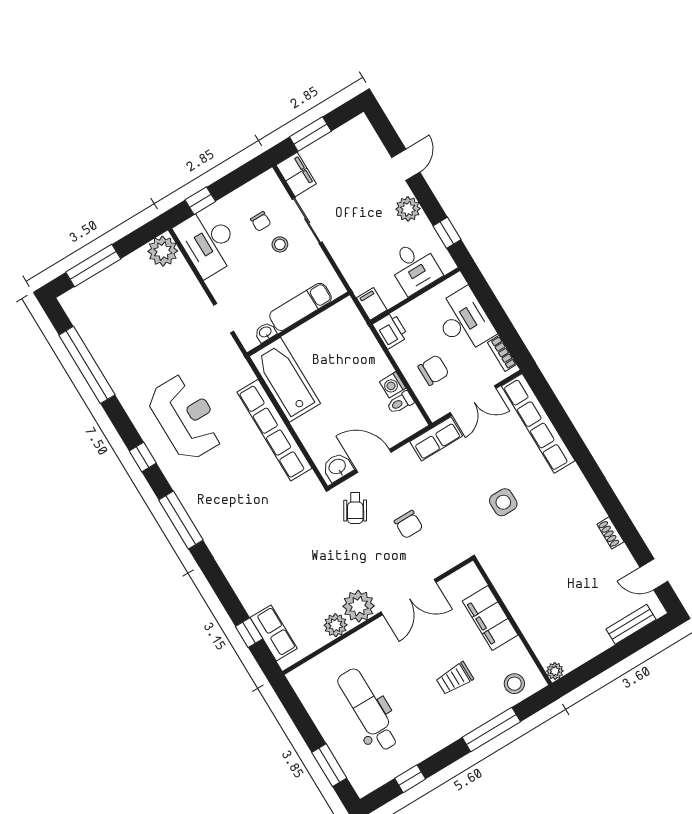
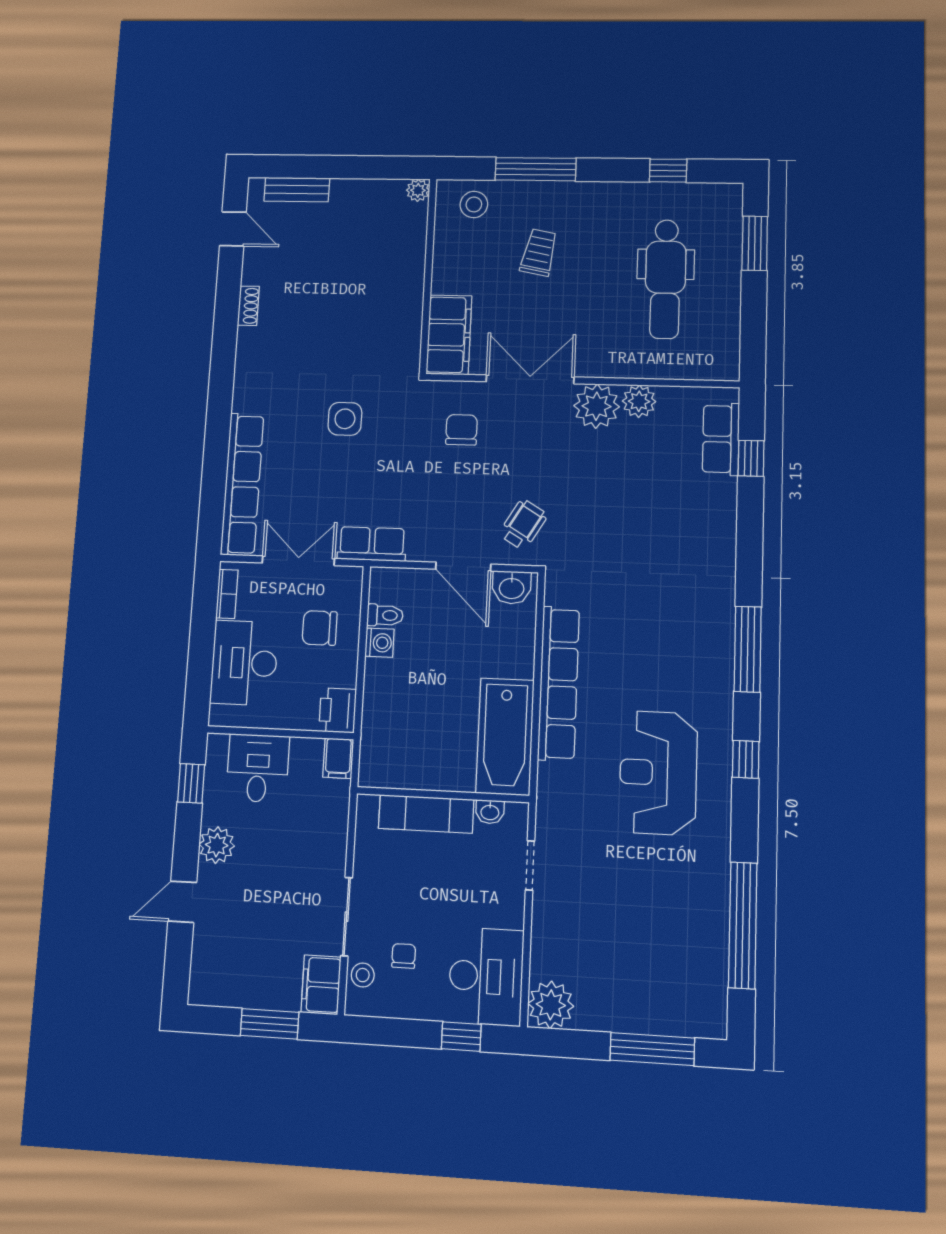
stool: (280, 244) -> (363, 975), moved
chair: (409, 524) -> (462, 430), moved
filing cabinet: (490, 618) -> (449, 335), moved
trolley: (455, 678) -> (539, 252), turned -79

